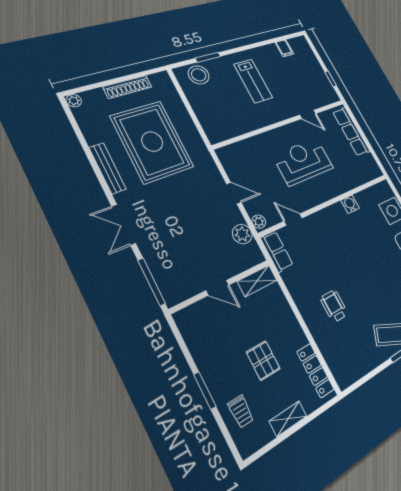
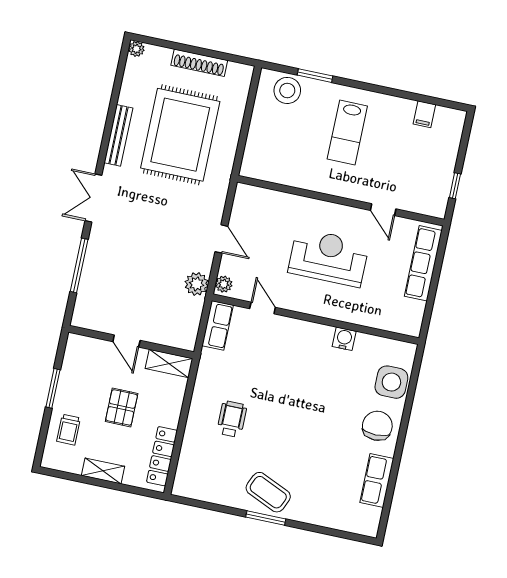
shelving: (257, 281) -> (169, 363), moved
wall: (221, 286) -> (131, 342), moved
door: (217, 288) -> (126, 341), moved

